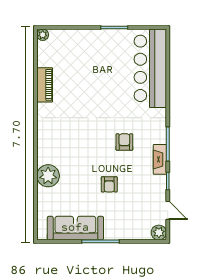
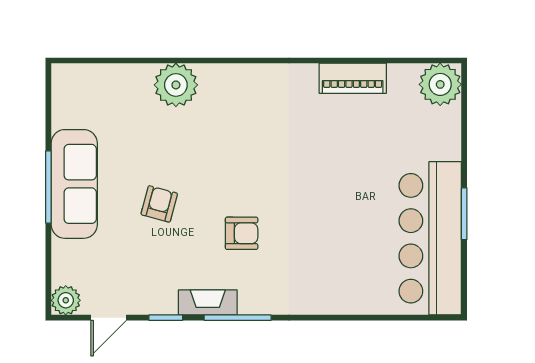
plant: (43, 35) -> (440, 84), width x1.87, depth x1.87
bar counter: (150, 68) -> (430, 238), moved, turned -90
armchair: (109, 184) -> (159, 204), turned 105
sofa: (75, 228) -> (74, 184), moved

